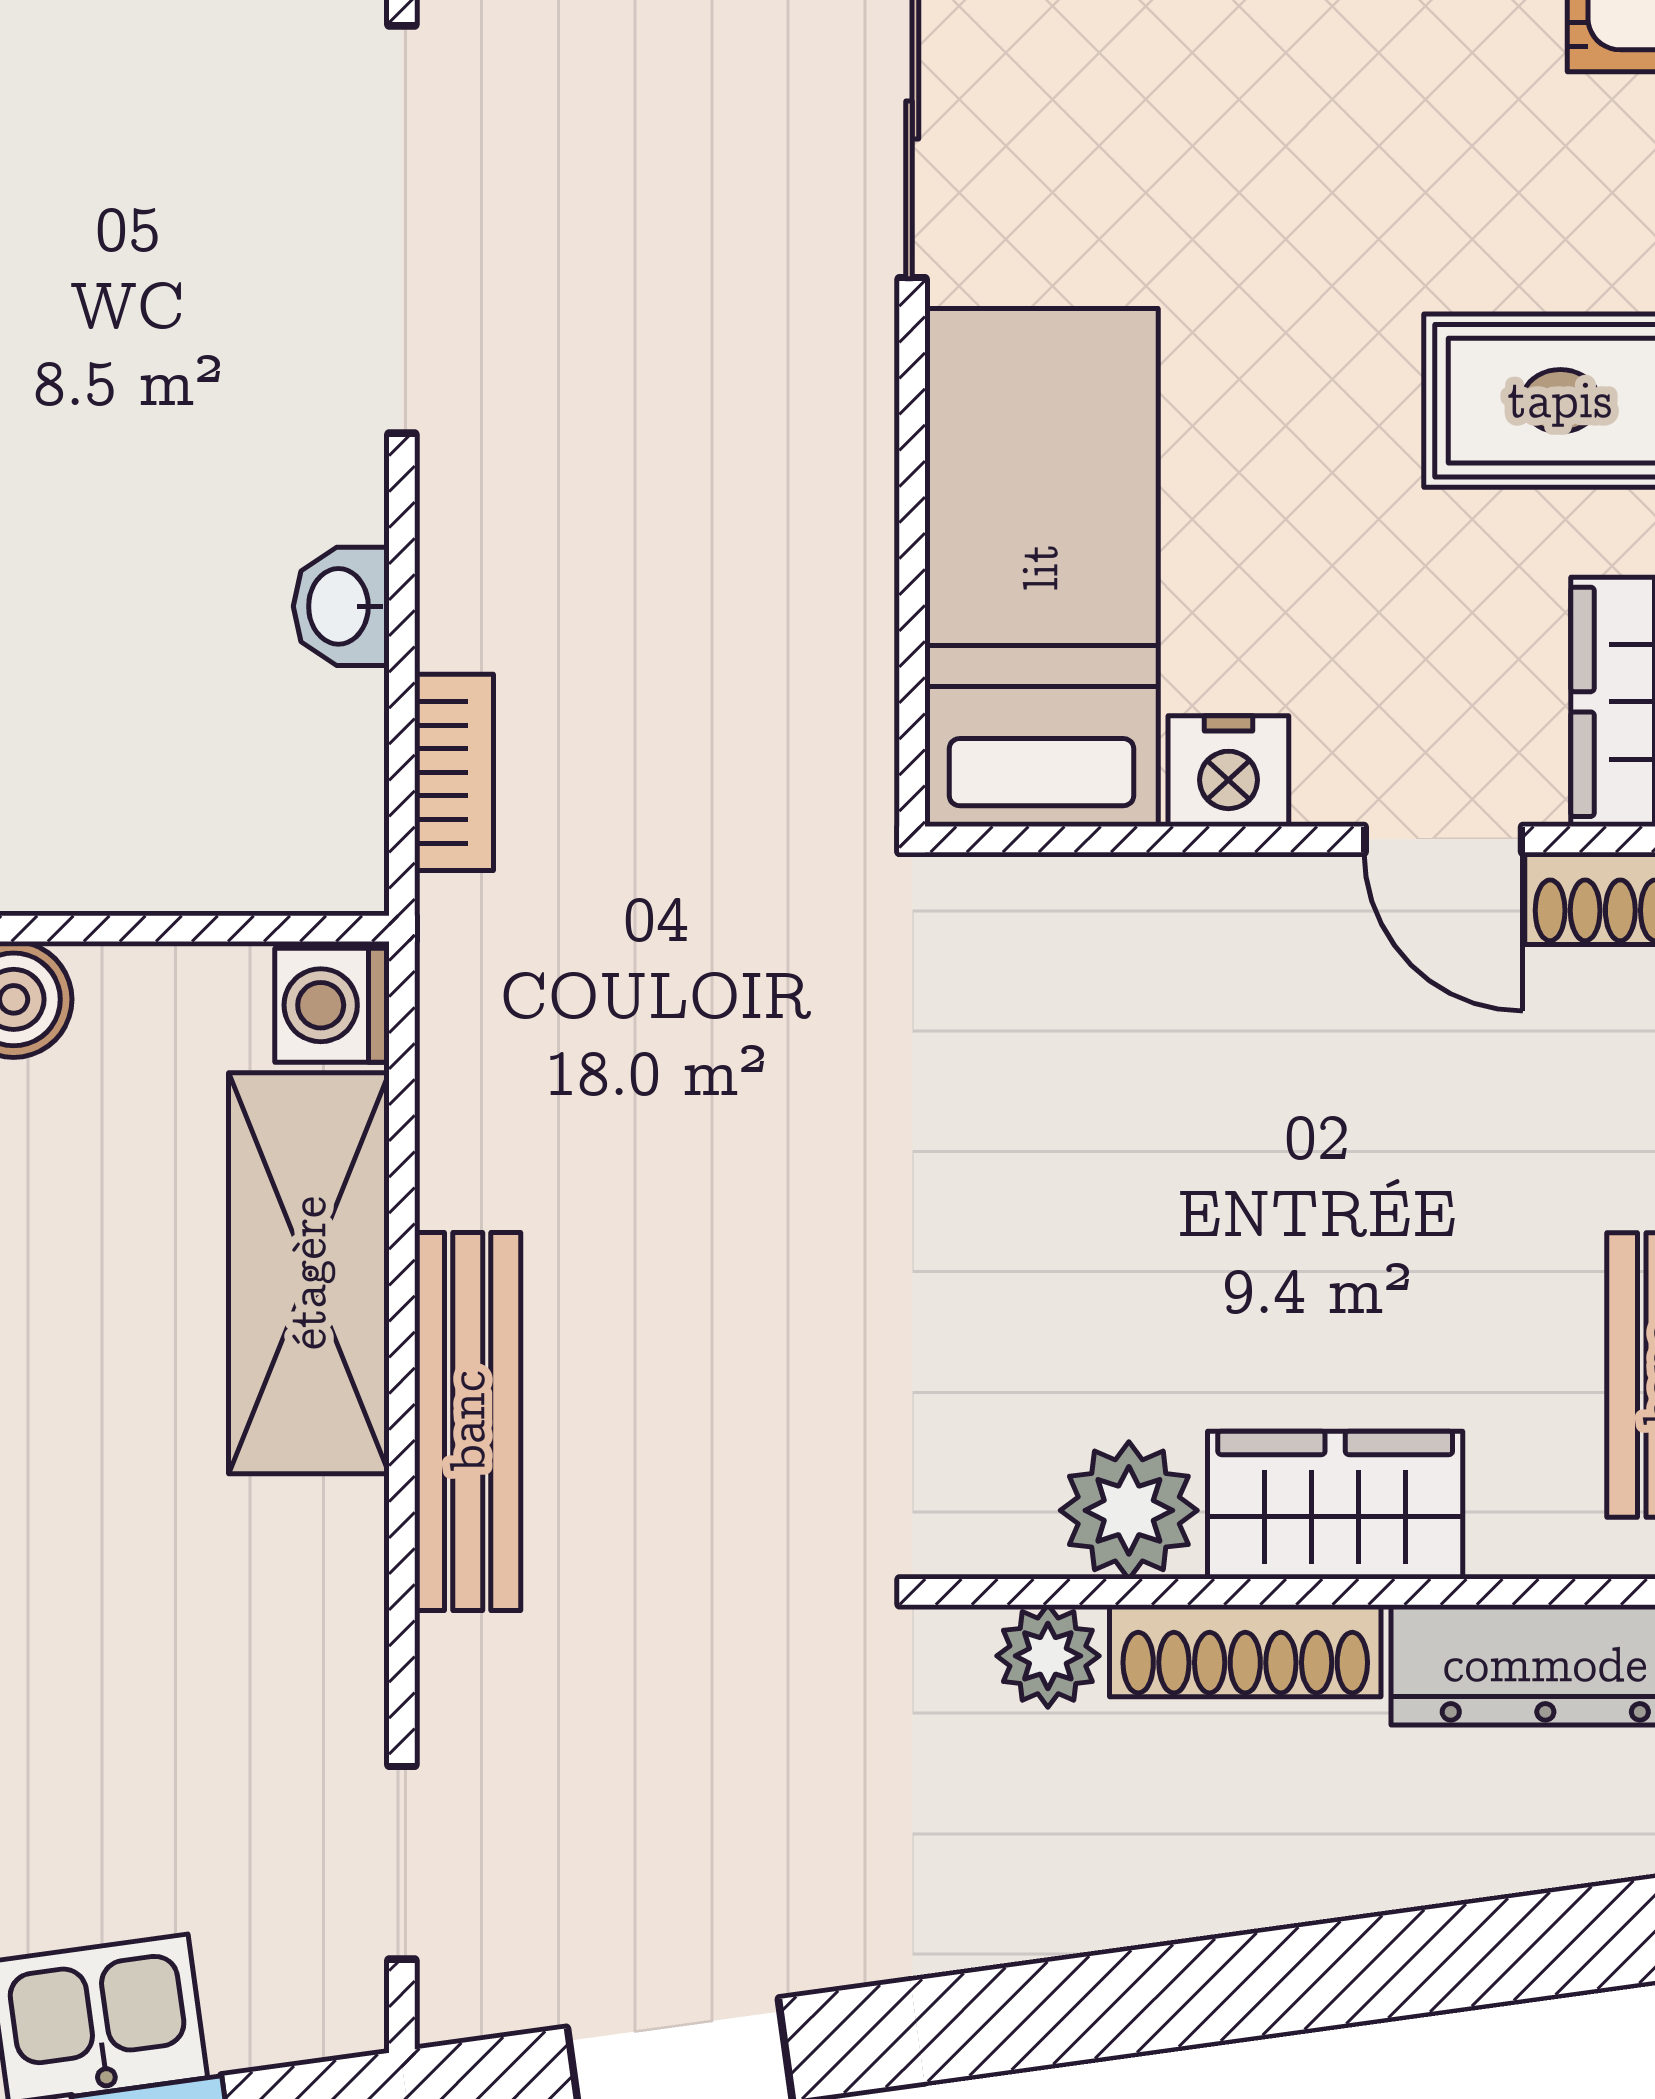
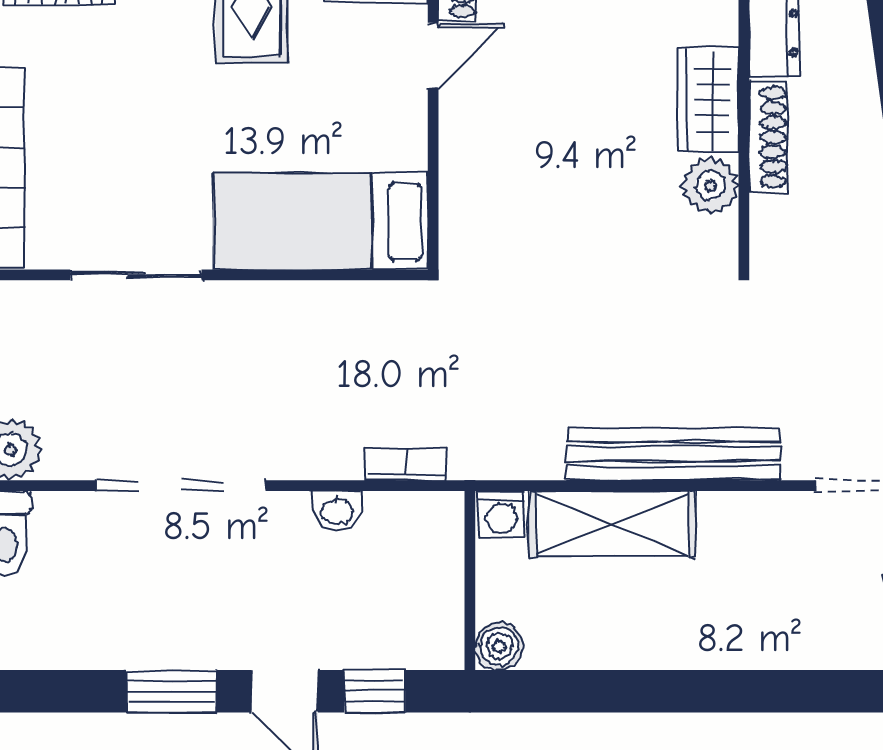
nightstand: (1228, 771) -> (405, 144), removed
bench: (468, 1421) -> (674, 454), width x1.37, depth x1.21
plant: (1048, 1656) -> (770, 219), removed

